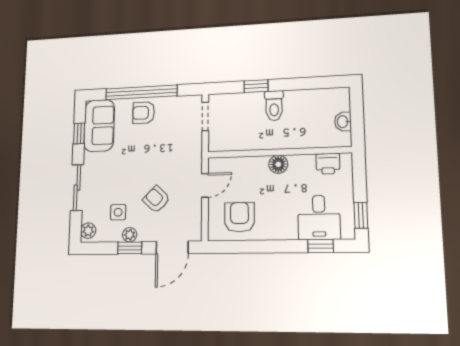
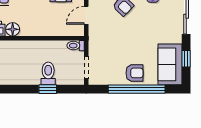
toilet: (274, 106) -> (48, 73), moved
toilet: (219, 145) -> (76, 46), added
floor lamp: (278, 164) -> (13, 29), moved

